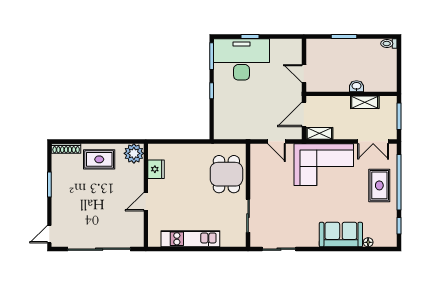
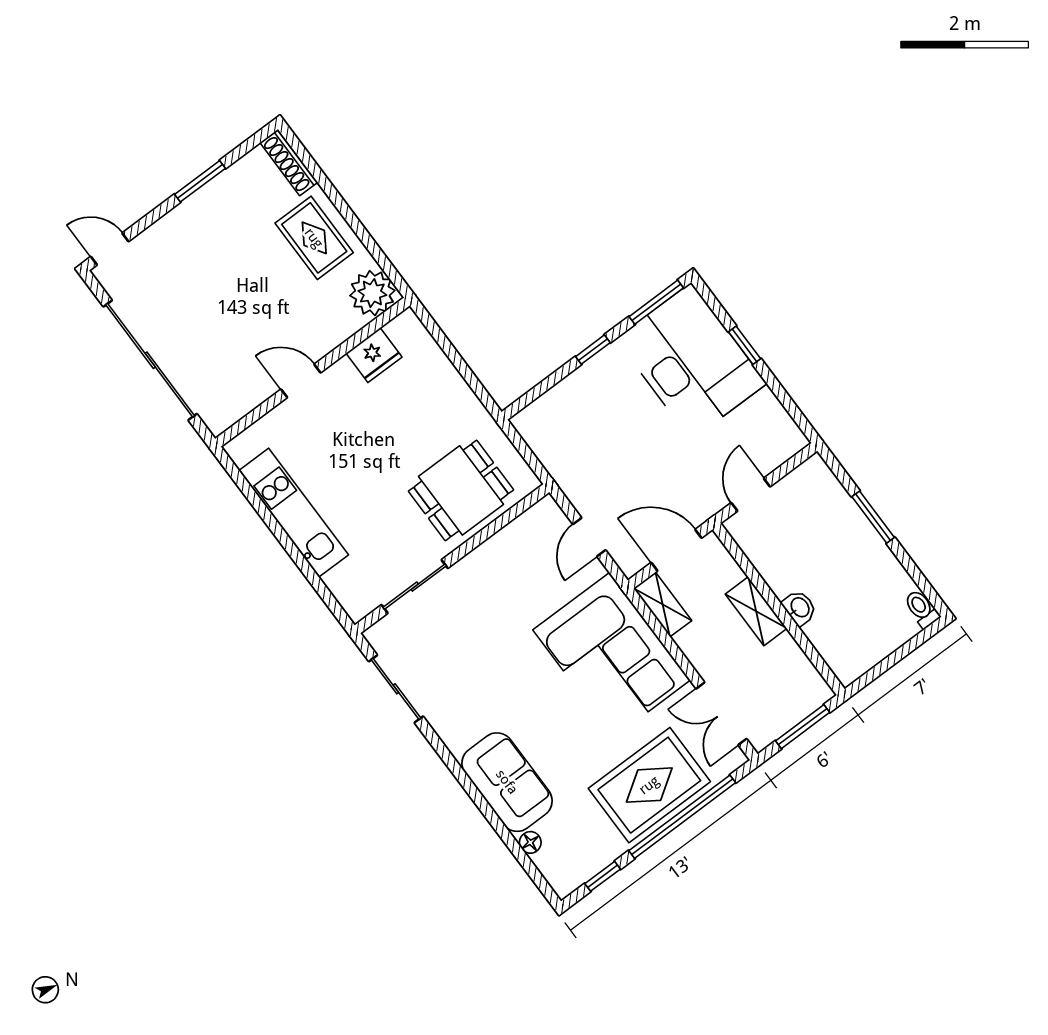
shelving: (365, 102) -> (756, 611), moved
rug: (379, 185) -> (649, 785), width x1.36, depth x1.43

